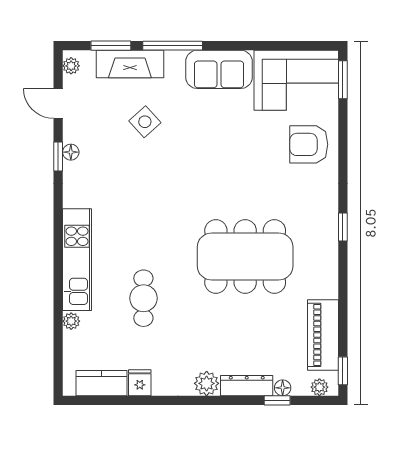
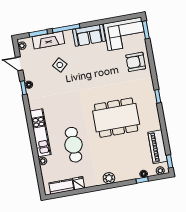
cafe table: (143, 298) -> (73, 145), width x1.37, depth x1.35
dresser: (247, 386) -> (127, 176), removed

